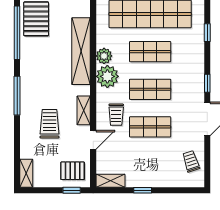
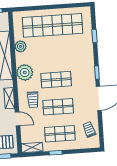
shop shelf: (150, 52) -> (60, 134), moved
plant: (104, 56) -> (21, 46), moved
door: (93, 140) -> (18, 119), hinge flipped

